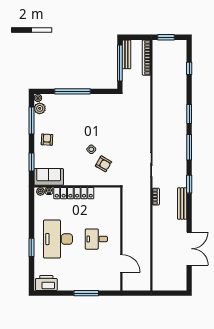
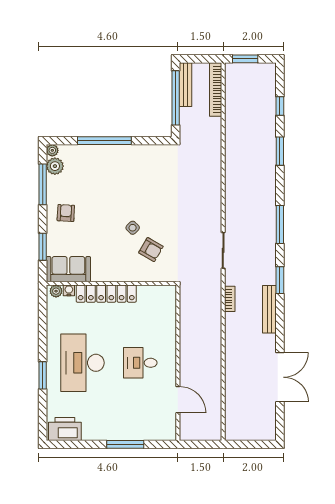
window: (189, 114) -> (280, 151), moved

